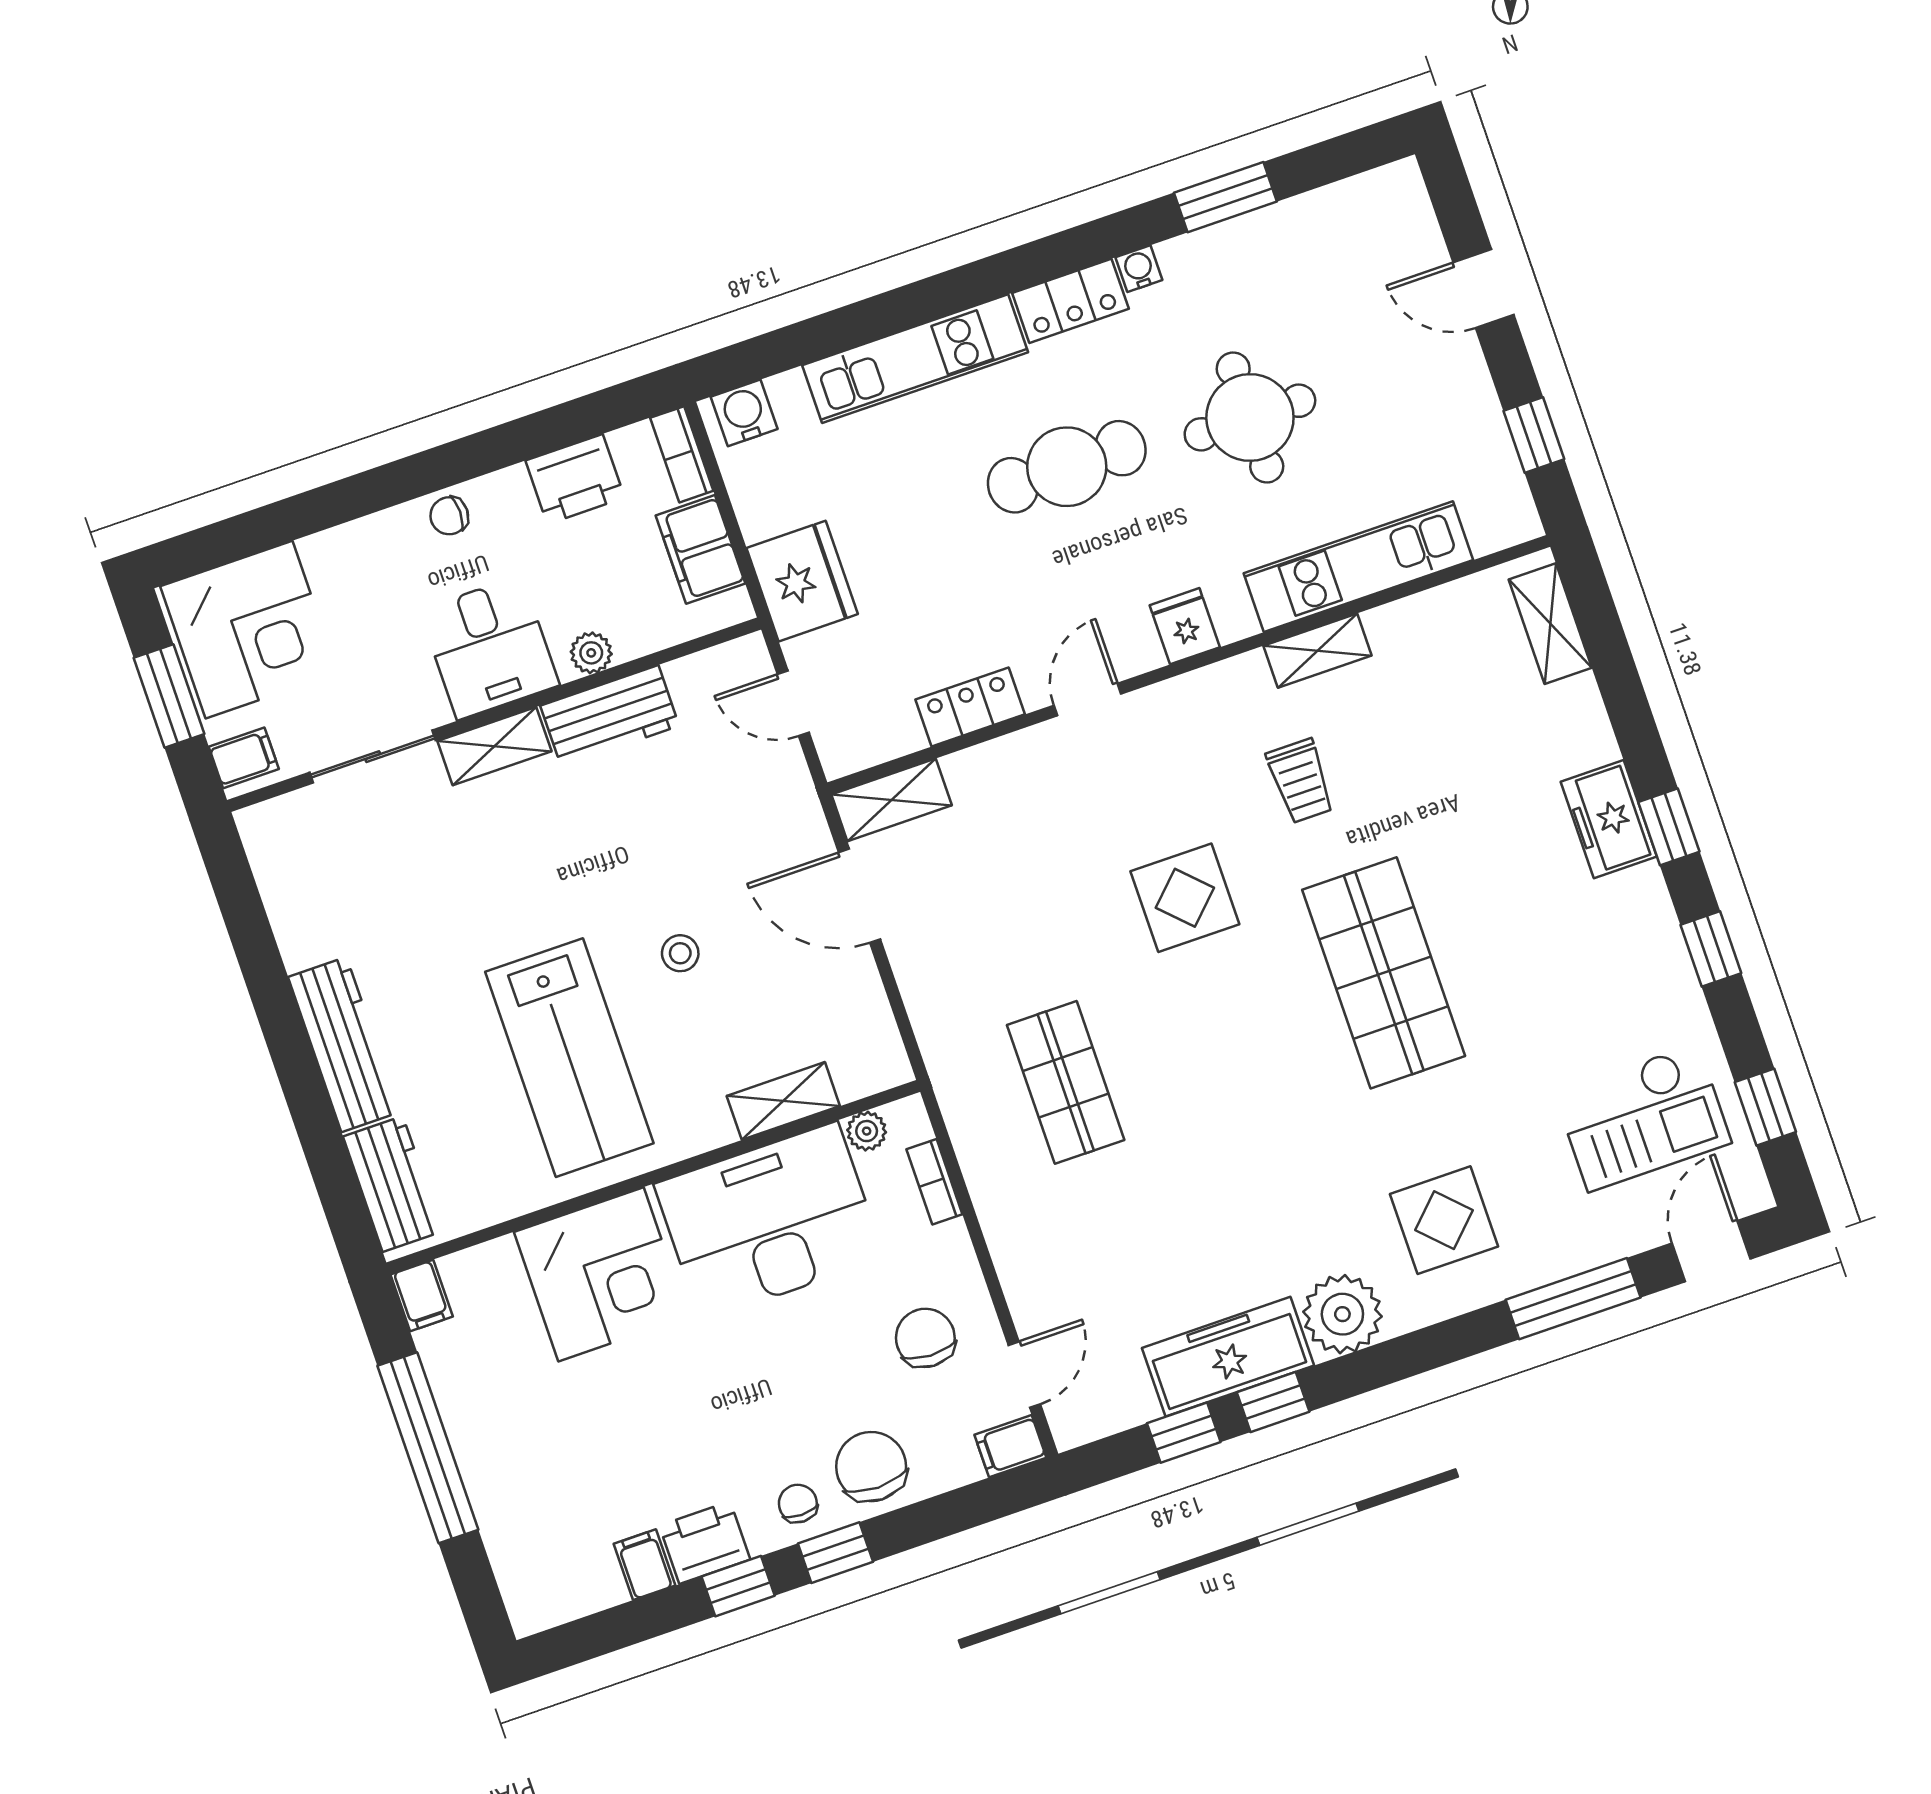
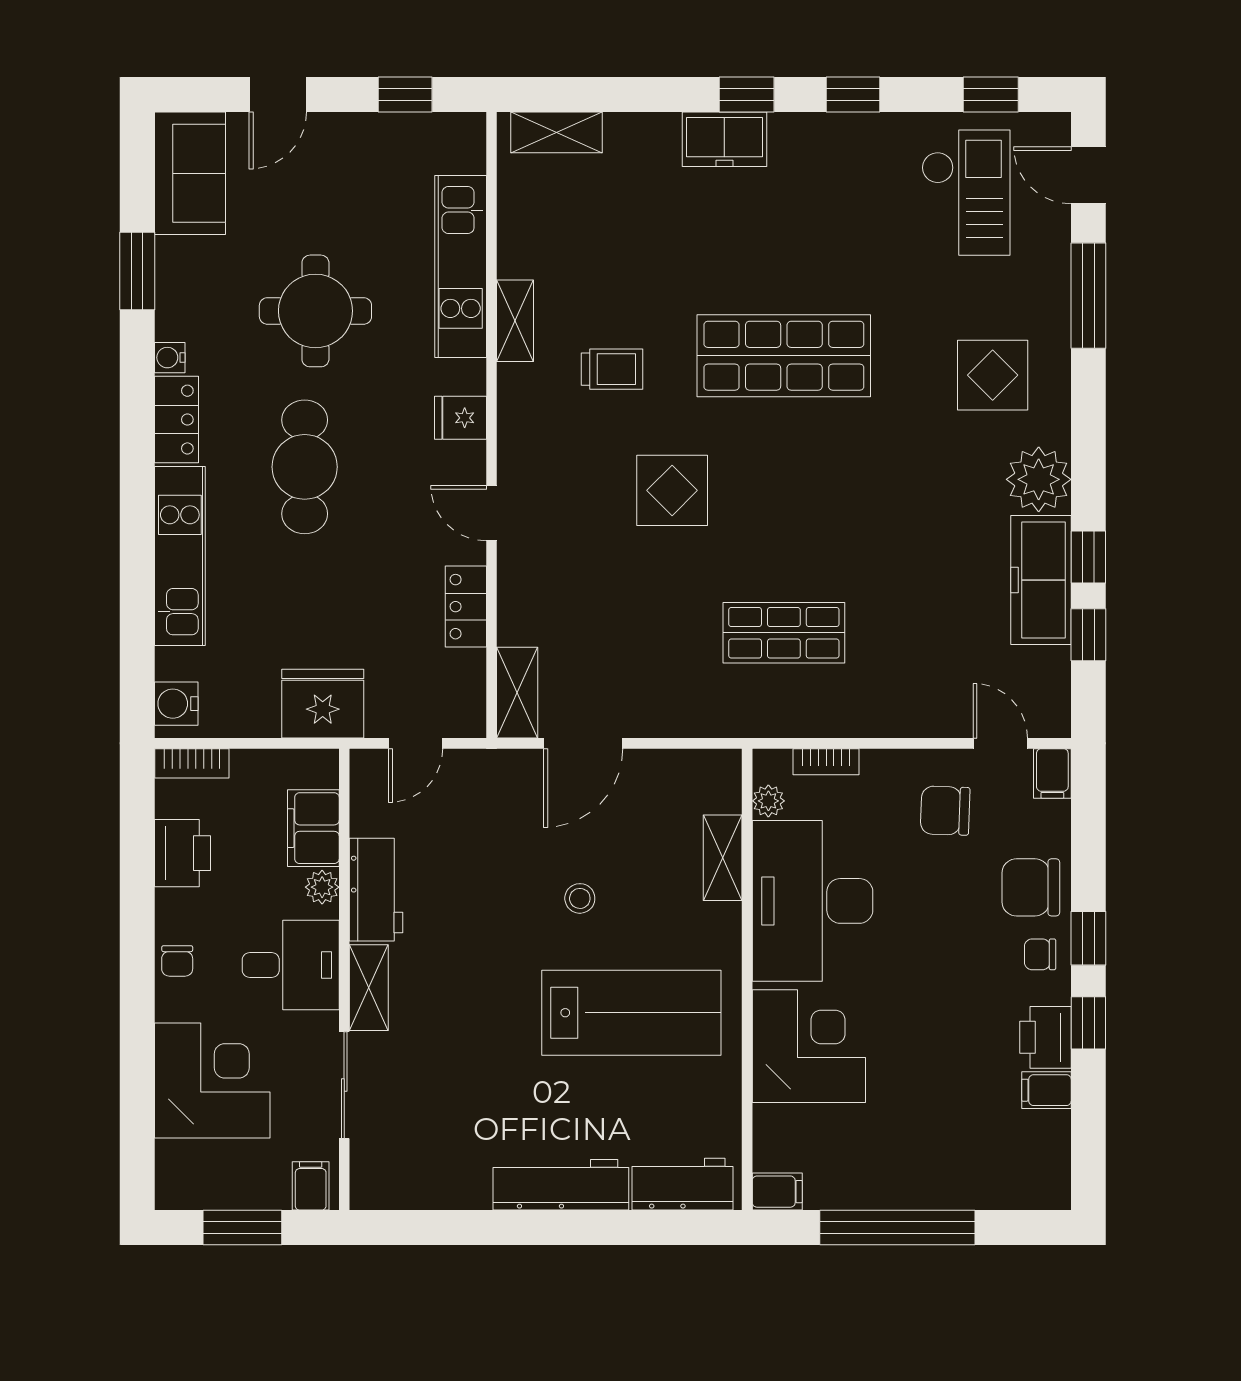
sofa: (1359, 219) -> (190, 173), added
filing cabinet: (701, 549) -> (313, 828), moved, turned 90
corner desk: (249, 630) -> (212, 1080), moved

